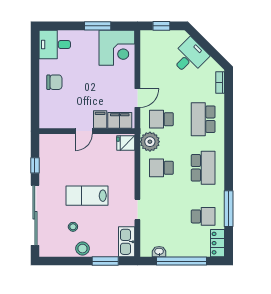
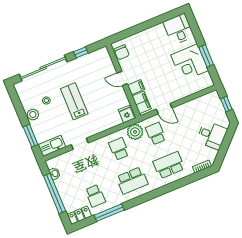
corner desk: (117, 48) -> (190, 63), moved
chair: (54, 82) -> (122, 52), moved

